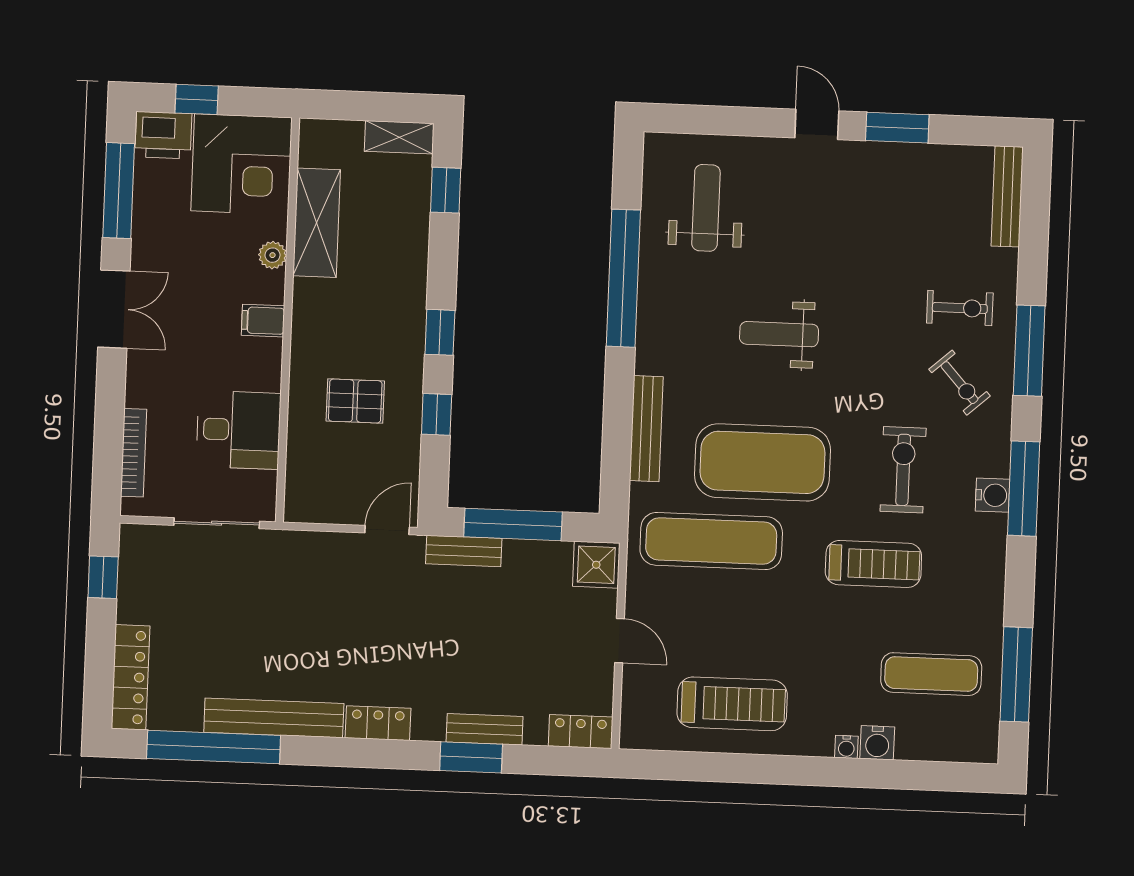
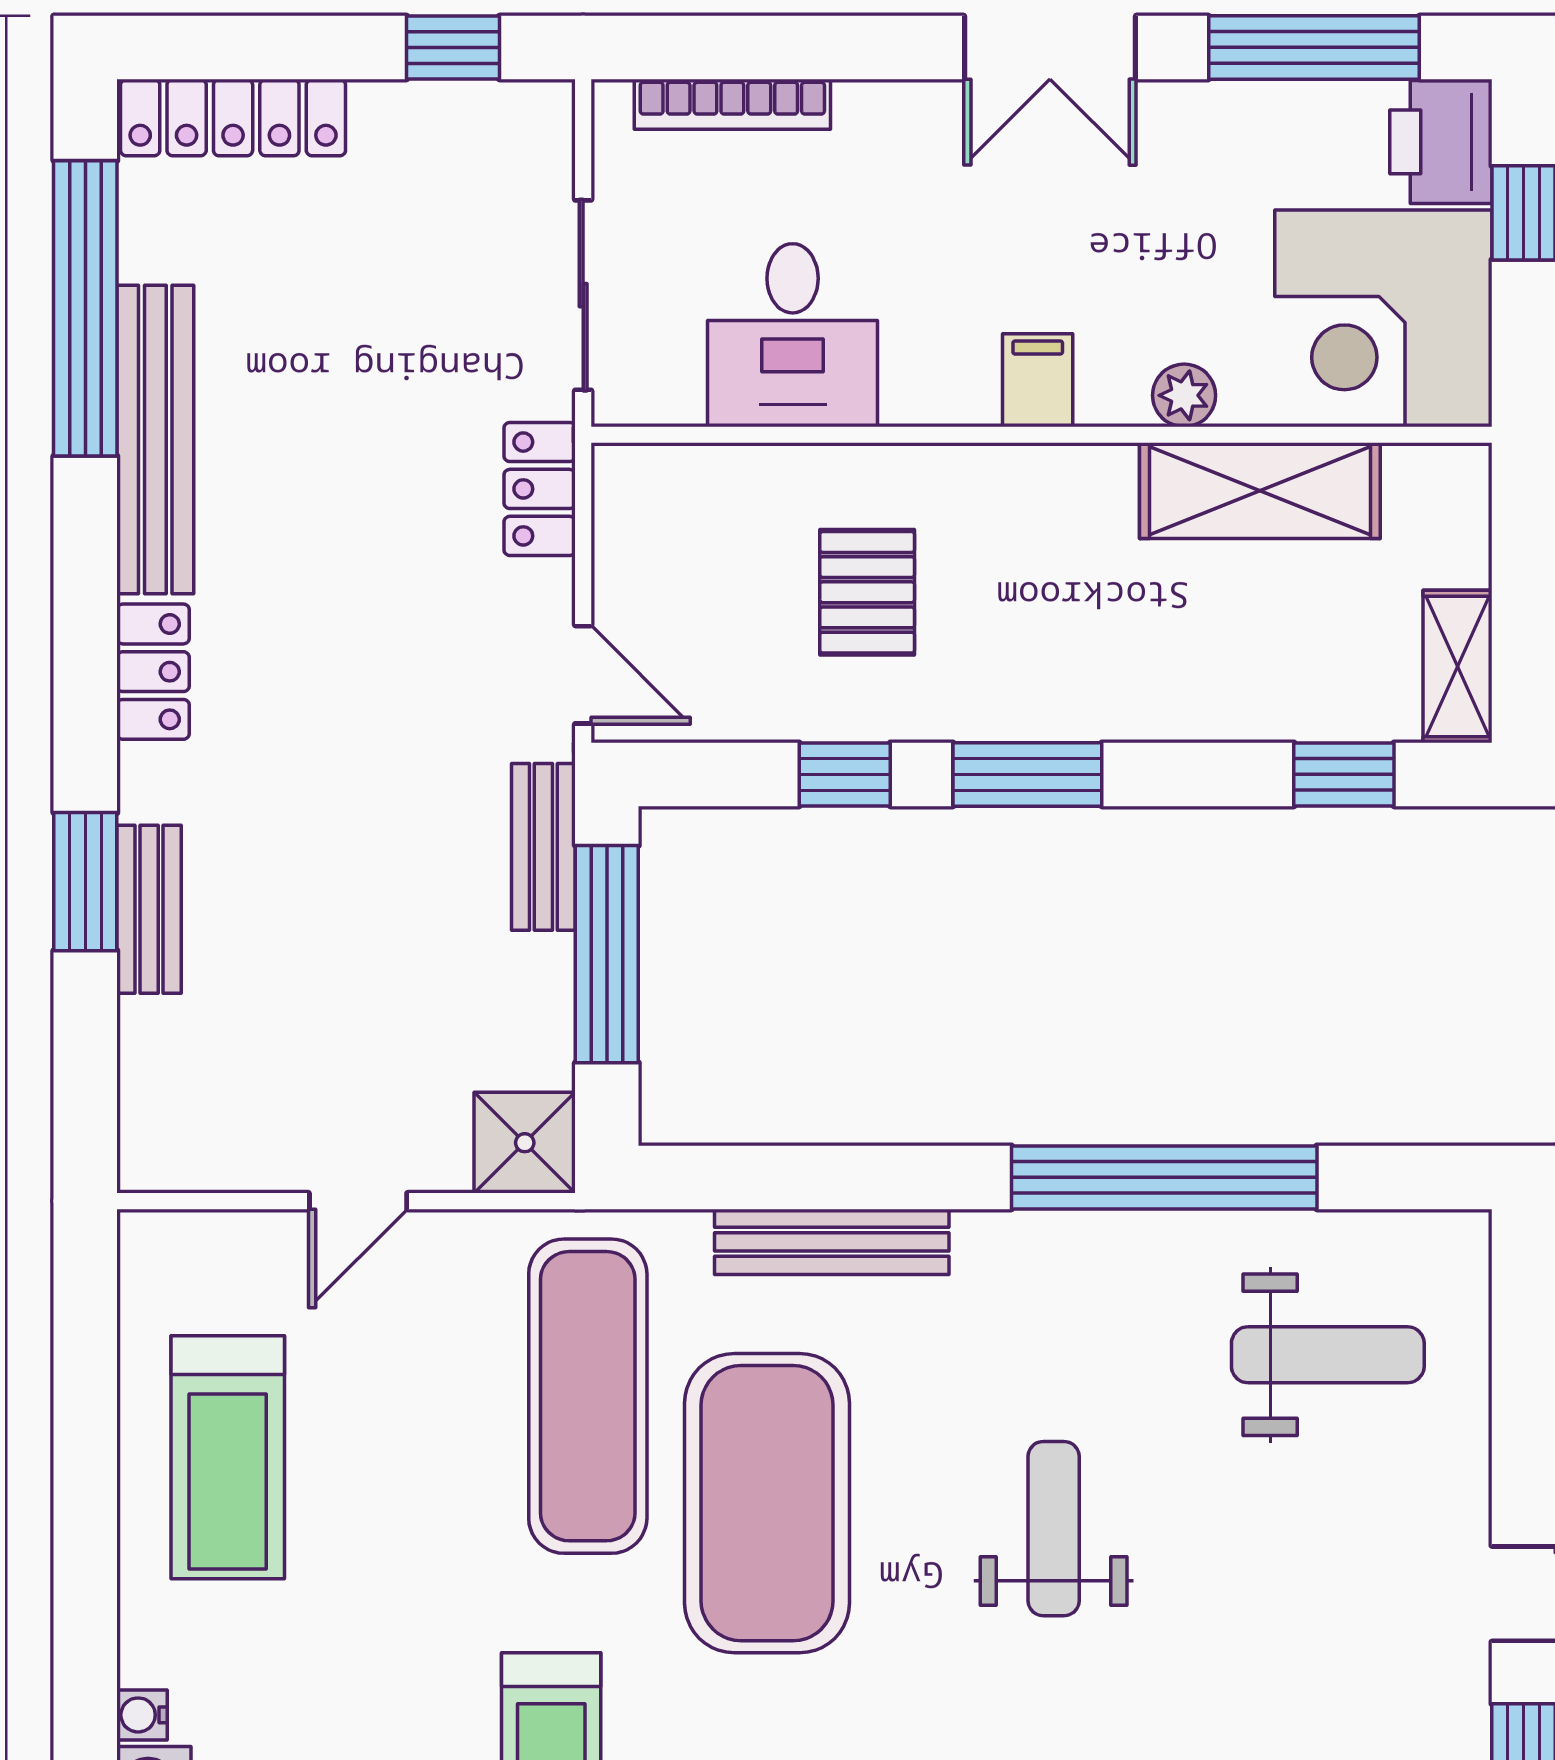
window: (440, 332) -> (1027, 774), width x1.50
locker: (581, 732) -> (540, 489), moved, turned 180

